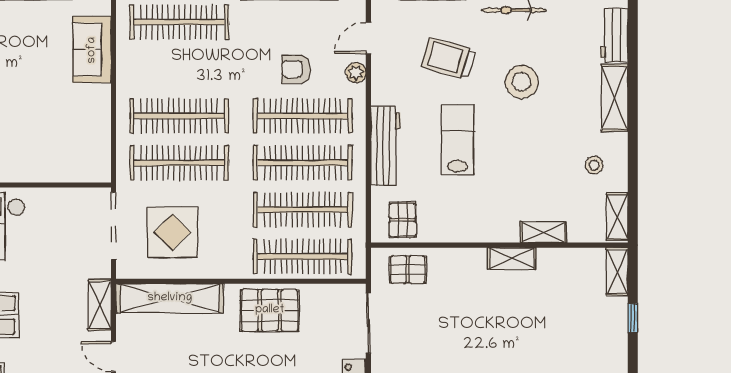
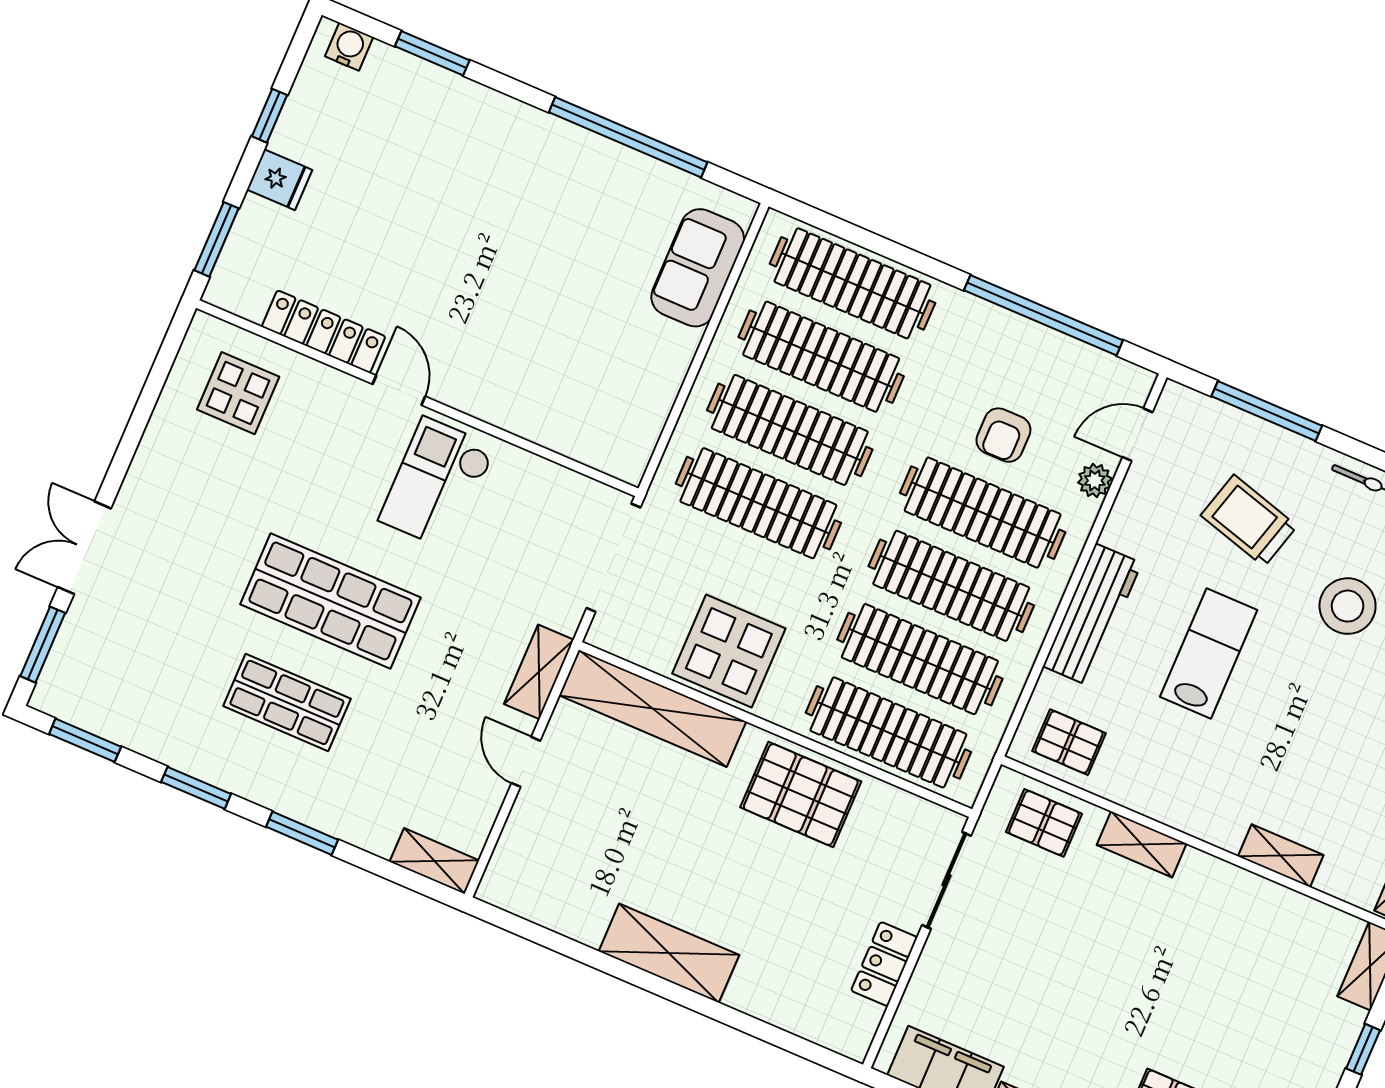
clothes rail: (179, 69) -> (821, 357), added
armchair: (296, 69) -> (1003, 435), turned -90
pallet: (403, 220) -> (1069, 742), turned 90
display table: (172, 232) -> (729, 651), moved
shelving: (512, 258) -> (1142, 844), moved

